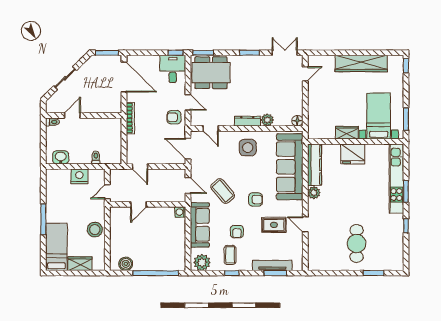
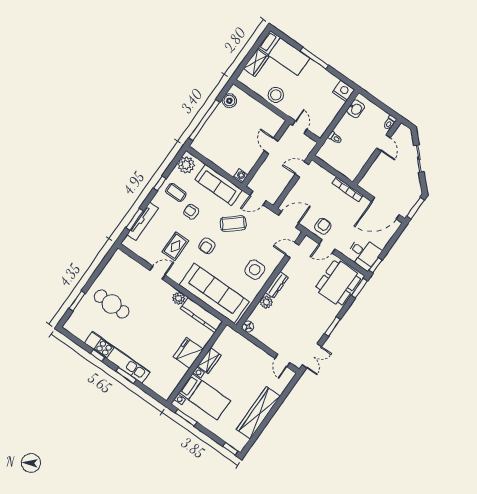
nightstand: (79, 176) -> (344, 91), moved, turned -90
kitchen unit: (396, 179) -> (117, 357), moved

